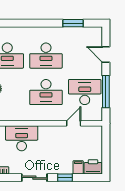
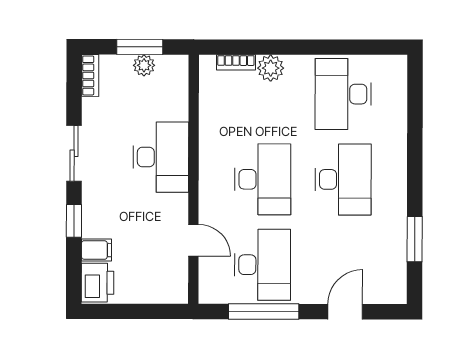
desk: (46, 56) -> (343, 179), turned 180
desk: (46, 92) -> (263, 179), turned 180
desk: (22, 138) -> (161, 157), moved

